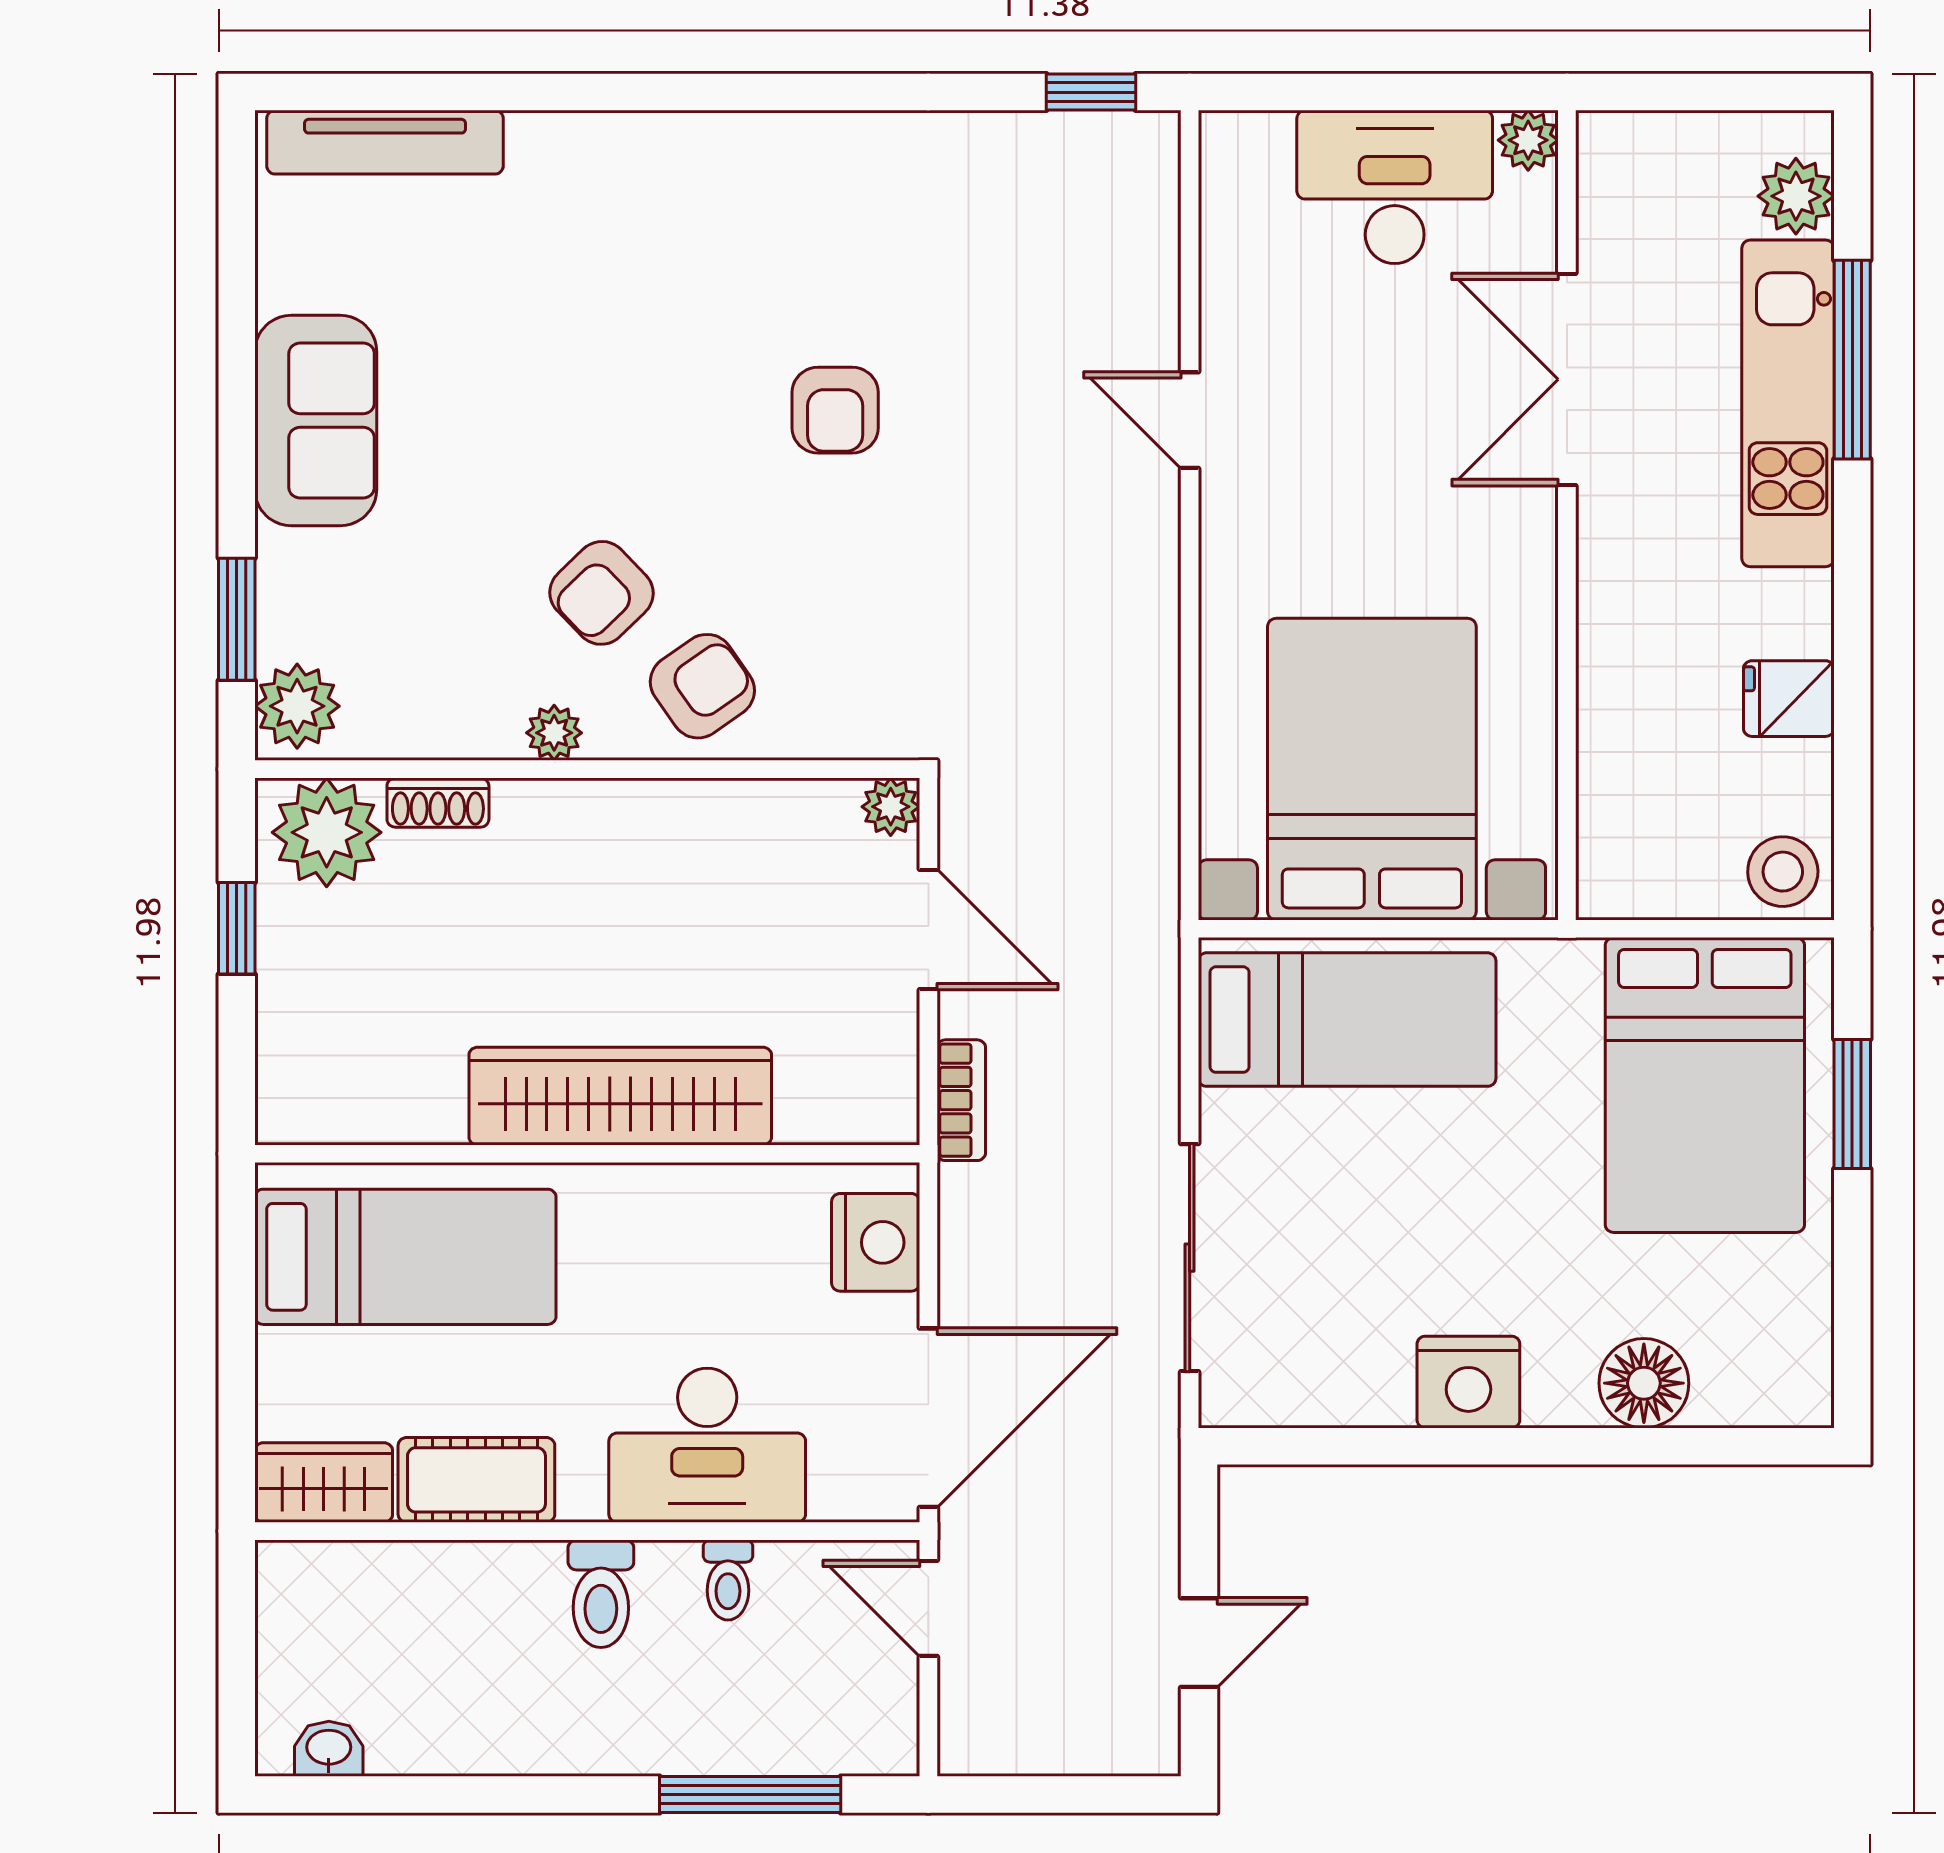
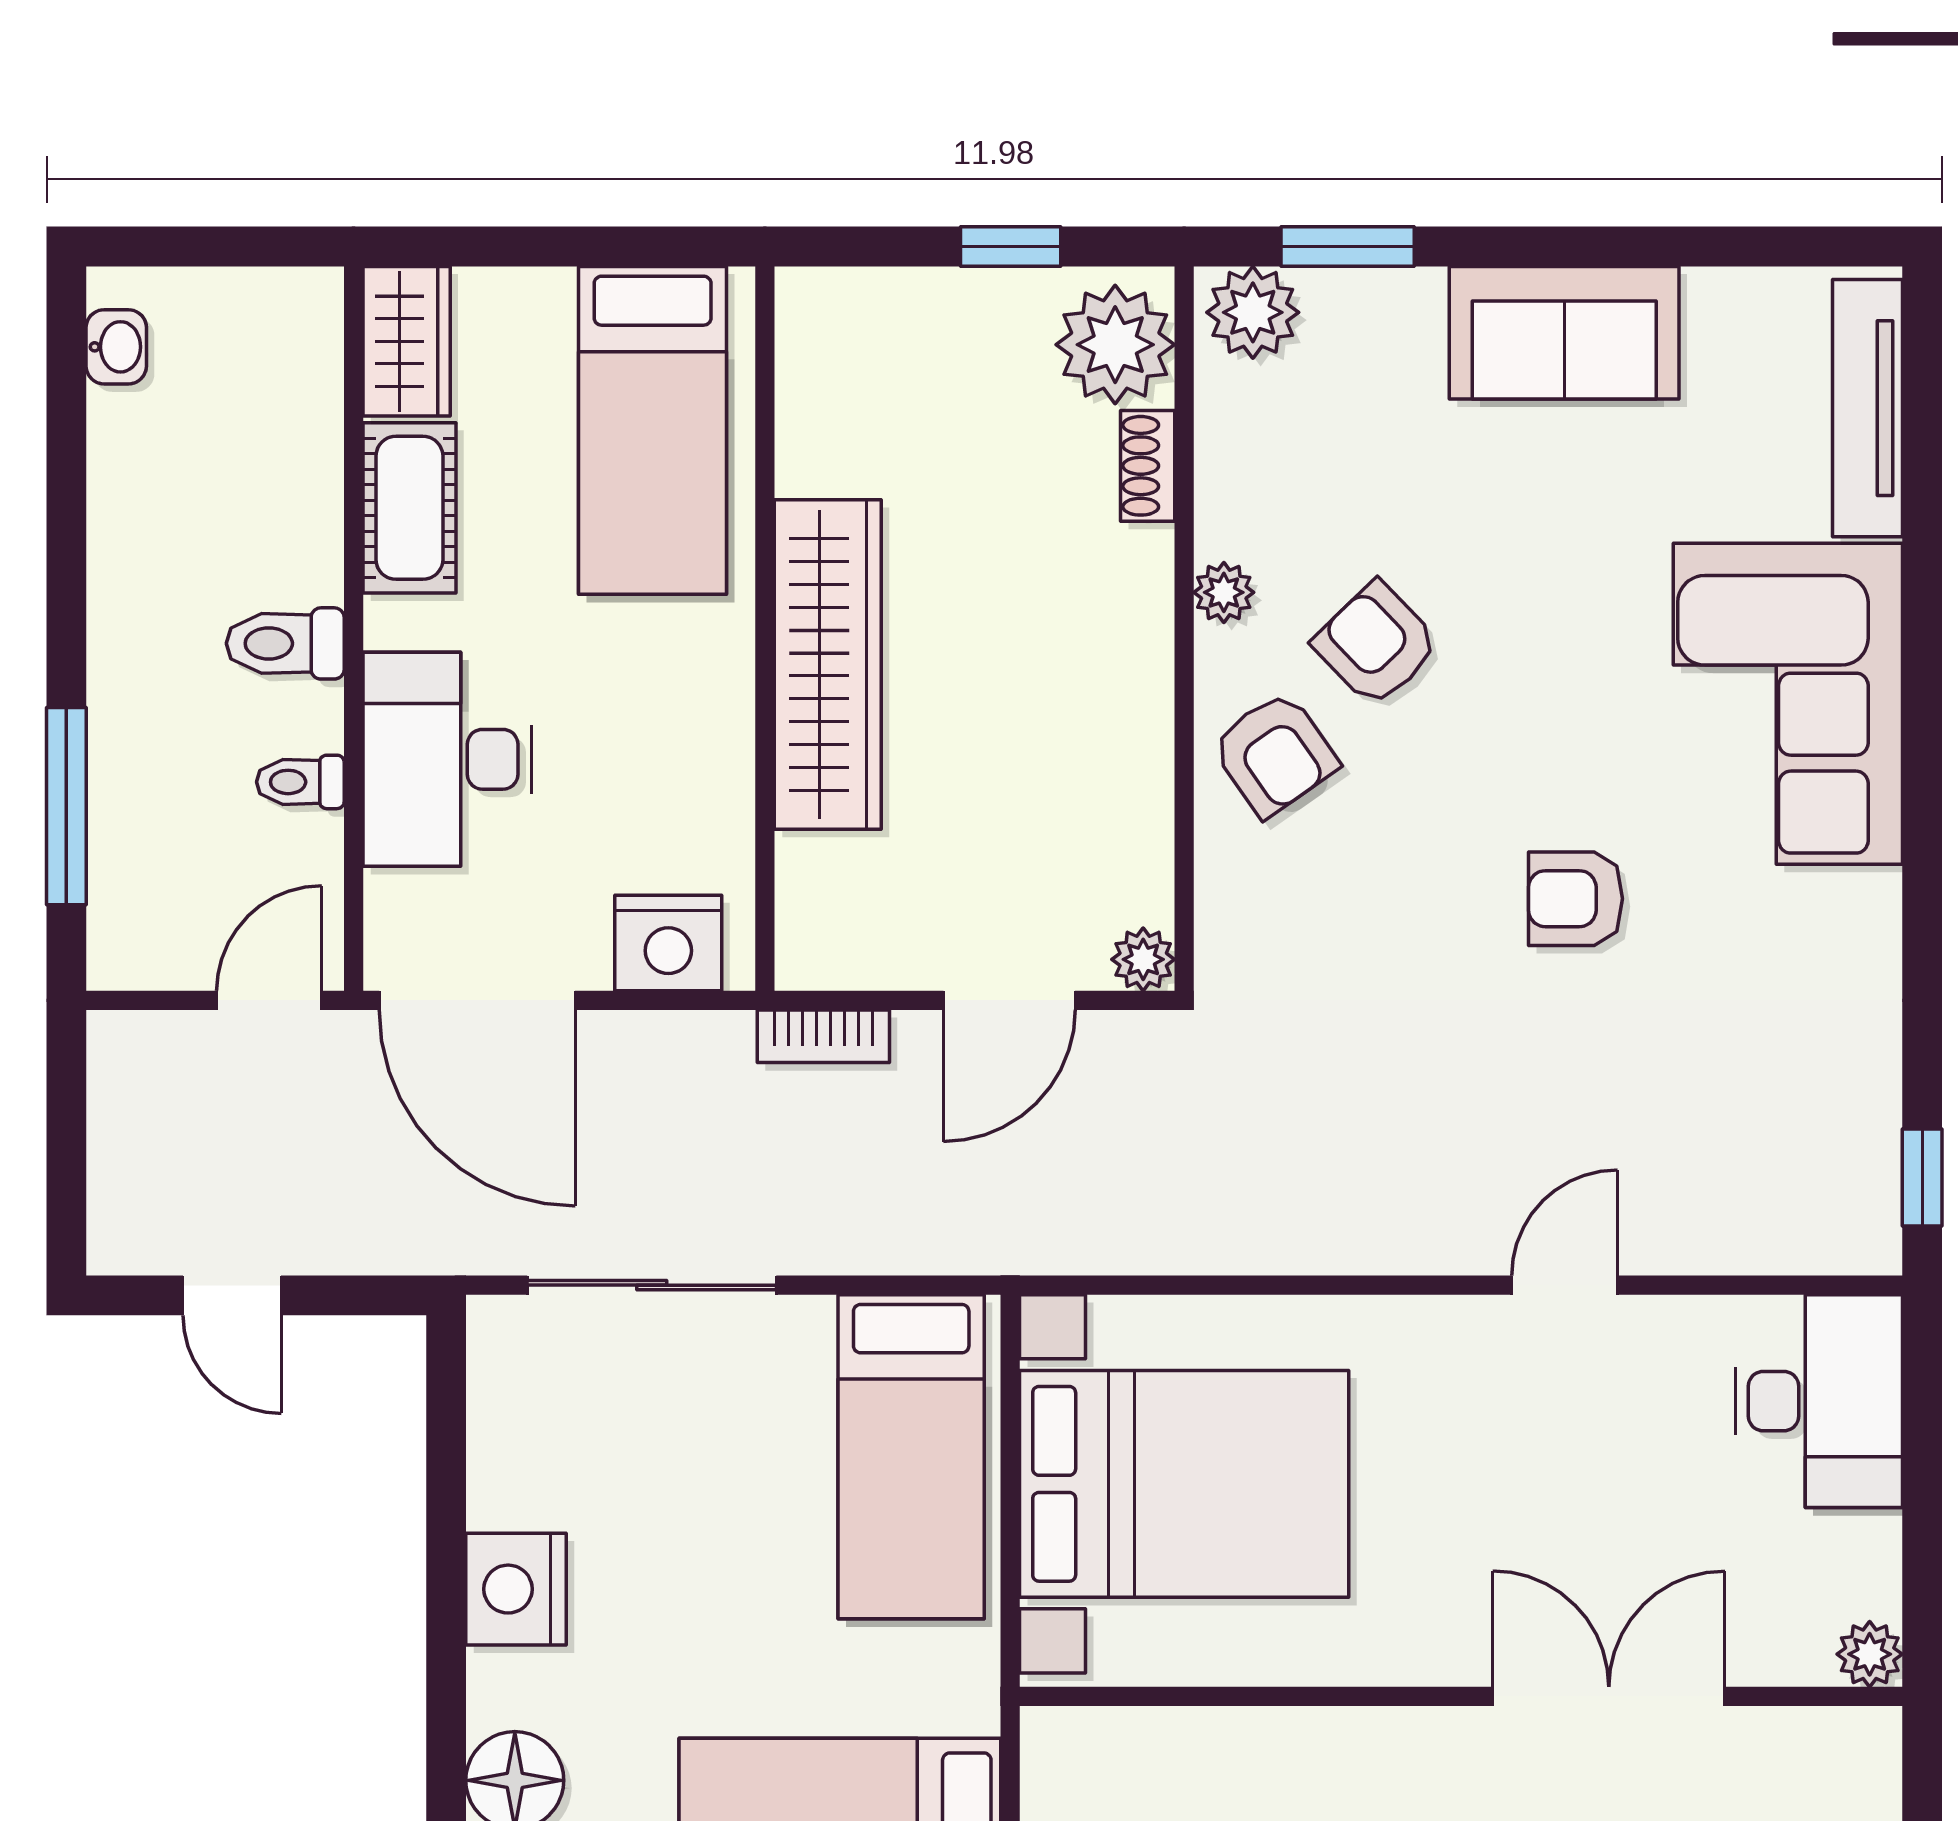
desk: (1395, 187) -> (1819, 1401), moved
corner sofa: (656, 215) -> (1788, 704), added

